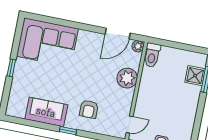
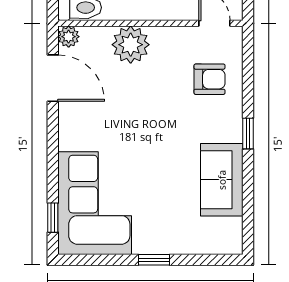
window: (44, 19) -> (53, 218), added
armchair: (89, 109) -> (210, 79), moved

